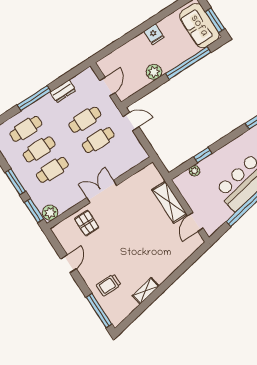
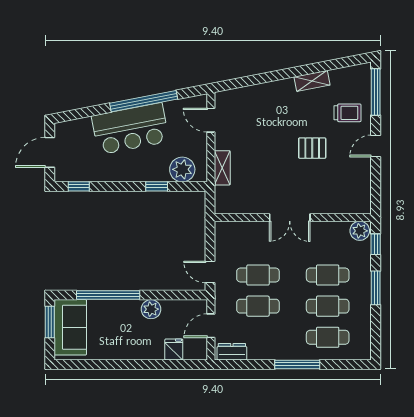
fridge: (154, 34) -> (174, 349), moved
dresser: (63, 91) -> (232, 352), moved
plant: (194, 171) -> (182, 169), width x1.88, depth x1.88
shelving: (169, 202) -> (222, 168), width x0.67, depth x0.75
window: (34, 211) -> (376, 244), width x0.67
door: (195, 222) -> (211, 120), swing flipped
pallet: (87, 223) -> (312, 148), moved, turned 90
door: (69, 264) -> (376, 146), moved

